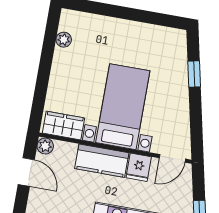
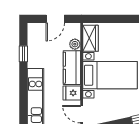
plant: (45, 146) -> (75, 44), moved

